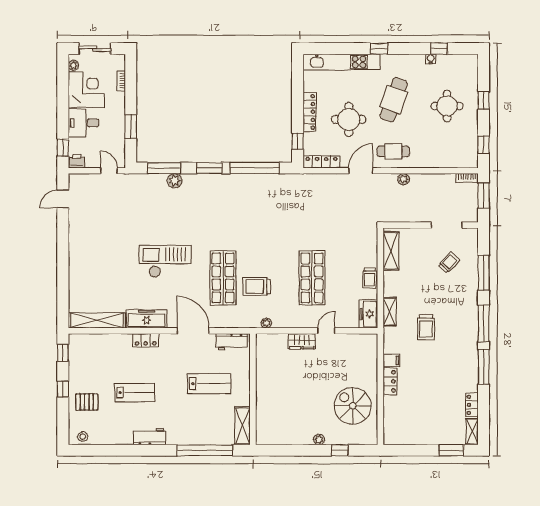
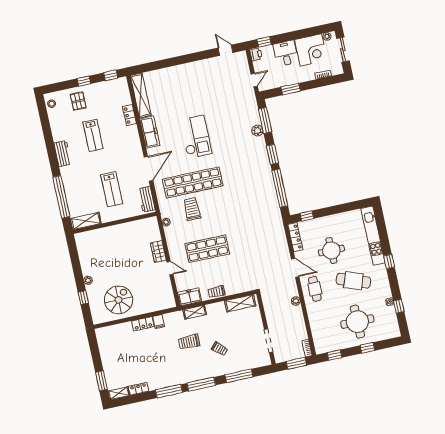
round table: (447, 106) -> (357, 322), width x1.36, depth x1.36
locker: (310, 112) -> (331, 220), removed
trolley: (449, 263) -> (220, 349), moved
shop shelf: (223, 278) -> (193, 182), width x1.40
locker: (146, 340) -> (129, 115), moved

